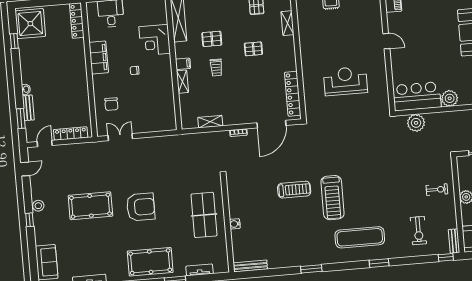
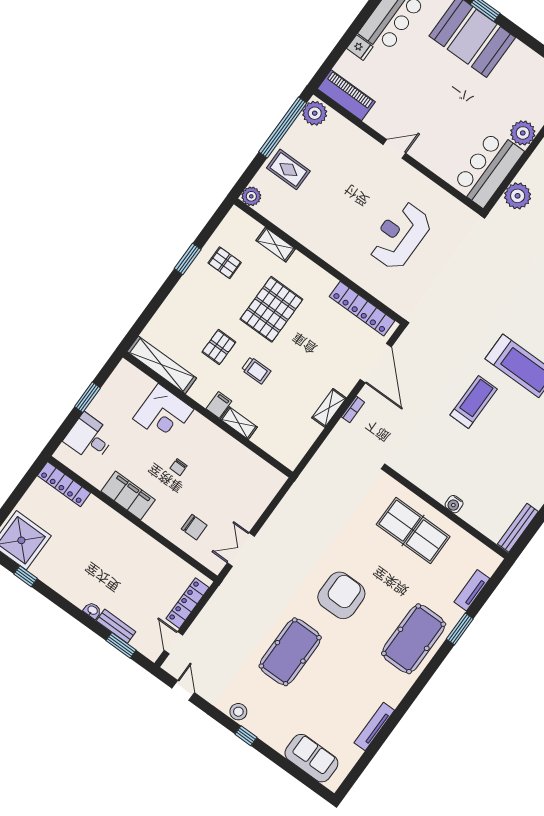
pallet: (253, 49) -> (271, 309), width x2.05, depth x2.00
shelving: (210, 122) -> (329, 408), moved

